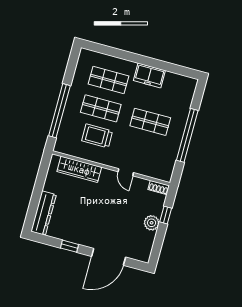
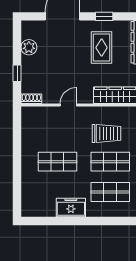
window: (187, 135) -> (17, 158), removed
door: (126, 172) -> (68, 105), hinge flipped
rug: (80, 218) -> (102, 48), added
plant: (152, 223) -> (29, 47), moved

